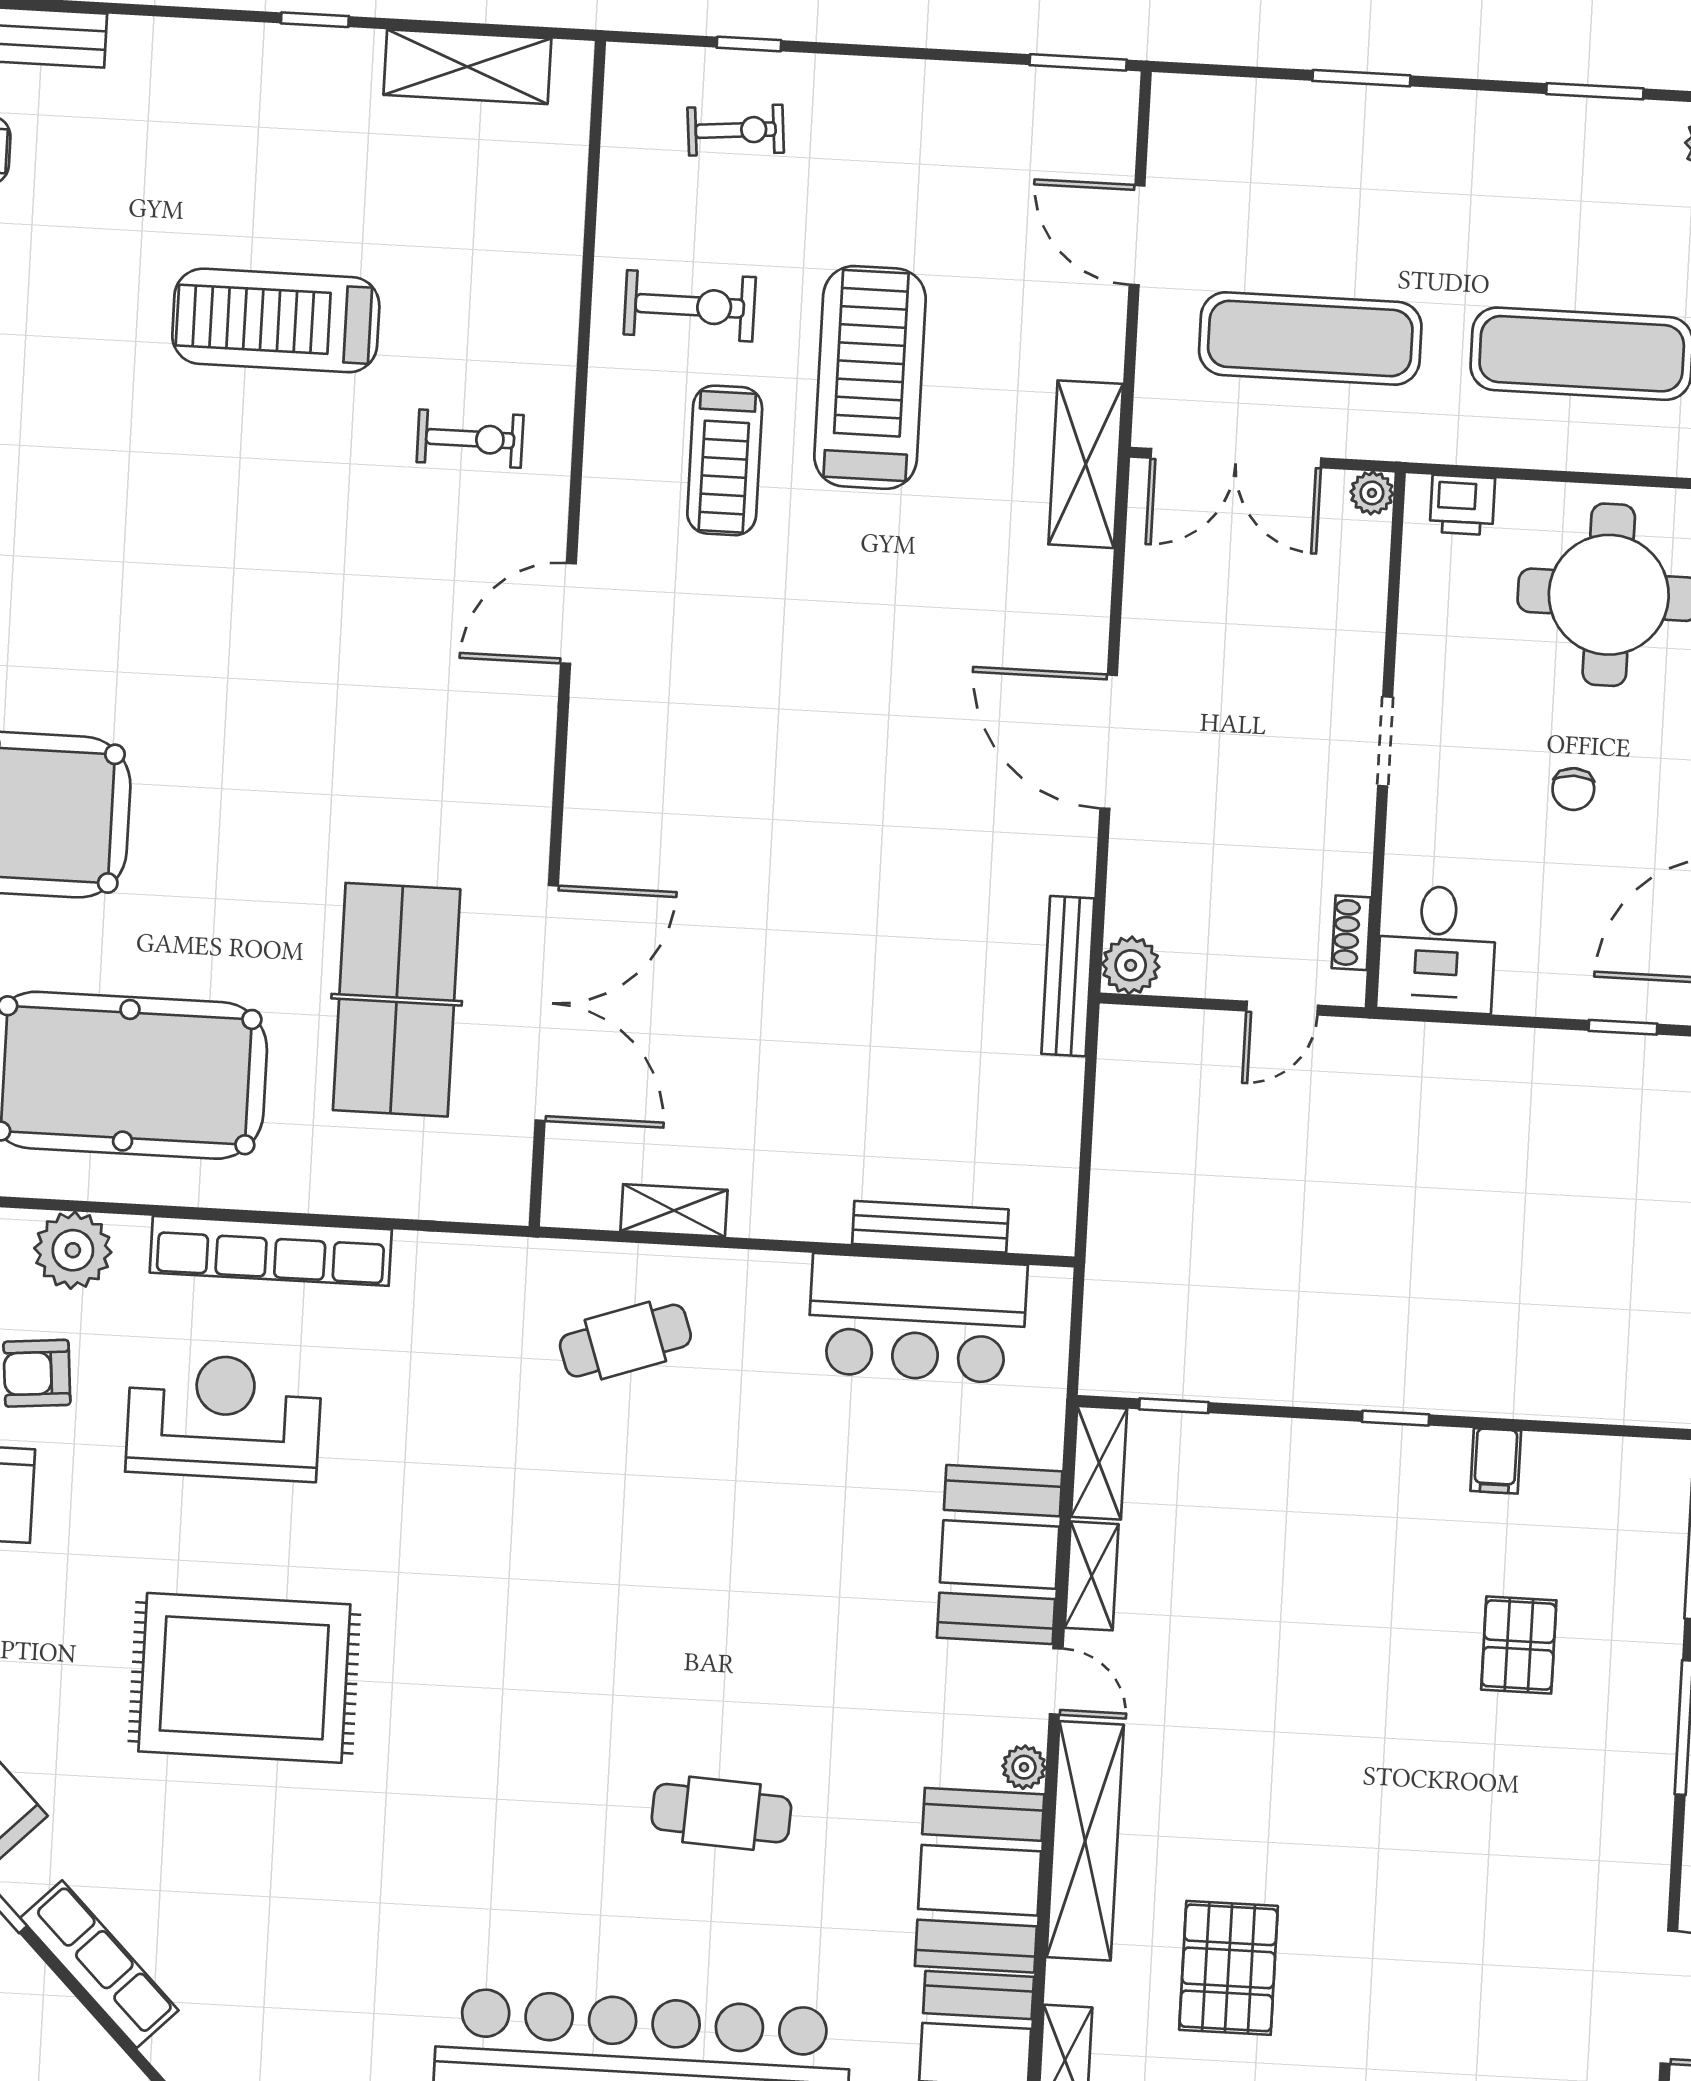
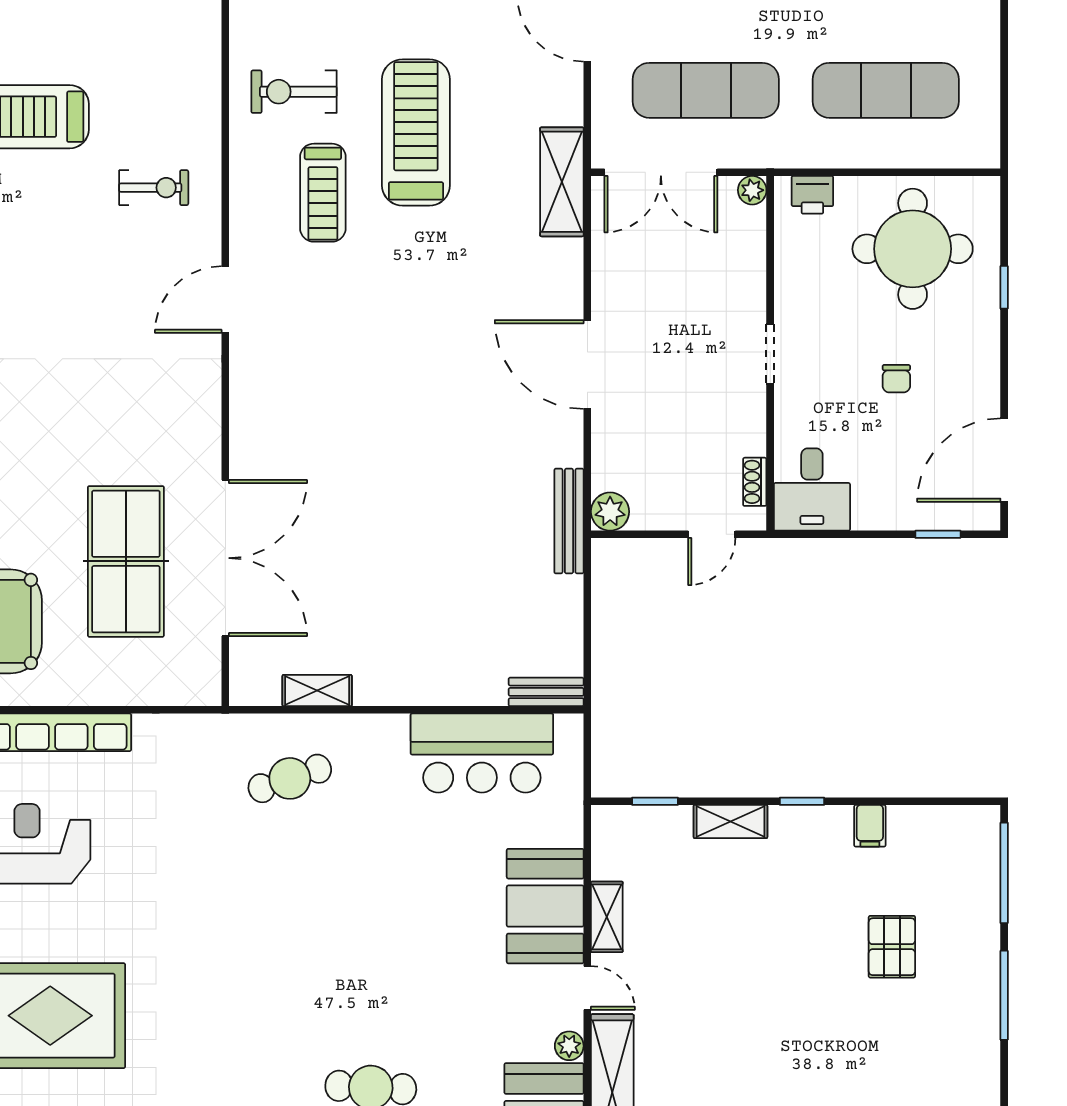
exercise bike: (690, 306) -> (294, 92), turned 180
bench: (930, 1227) -> (546, 692), moved, width x0.73
shelving: (1099, 1463) -> (730, 821), moved, turned 90

